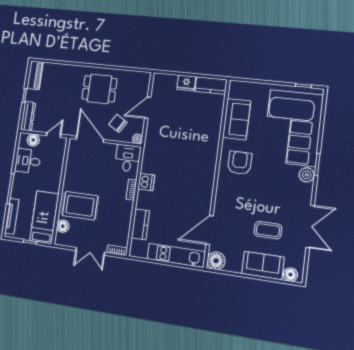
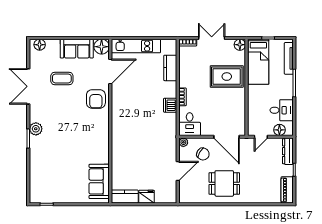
sofa: (237, 119) -> (99, 181), moved
corner sofa: (293, 128) -> (51, 167), removed
armchair: (240, 163) -> (96, 99), moved
floor lamp: (63, 226) -> (240, 45), moved
sofa: (263, 266) -> (77, 49), moved

